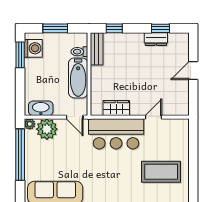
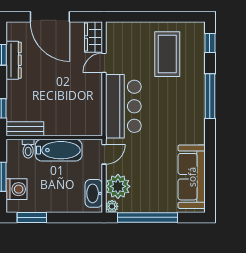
dresser: (156, 39) -> (14, 60), width x1.44
washing machine: (33, 48) -> (17, 189), moved, turned 90
door: (193, 70) -> (50, 17), width x1.88
wardrobe: (116, 108) -> (94, 37), moved
door: (154, 117) -> (104, 63), hinge flipped

